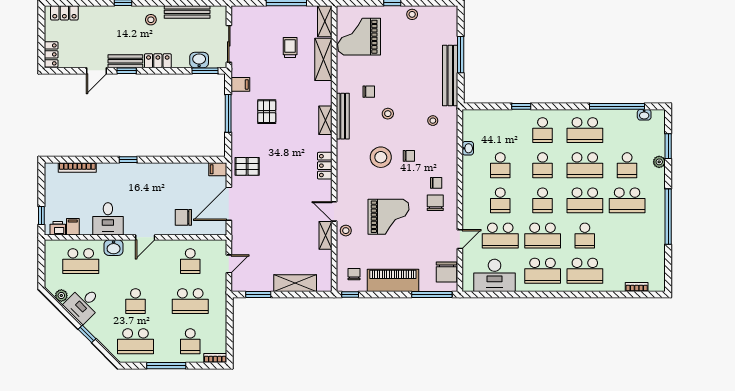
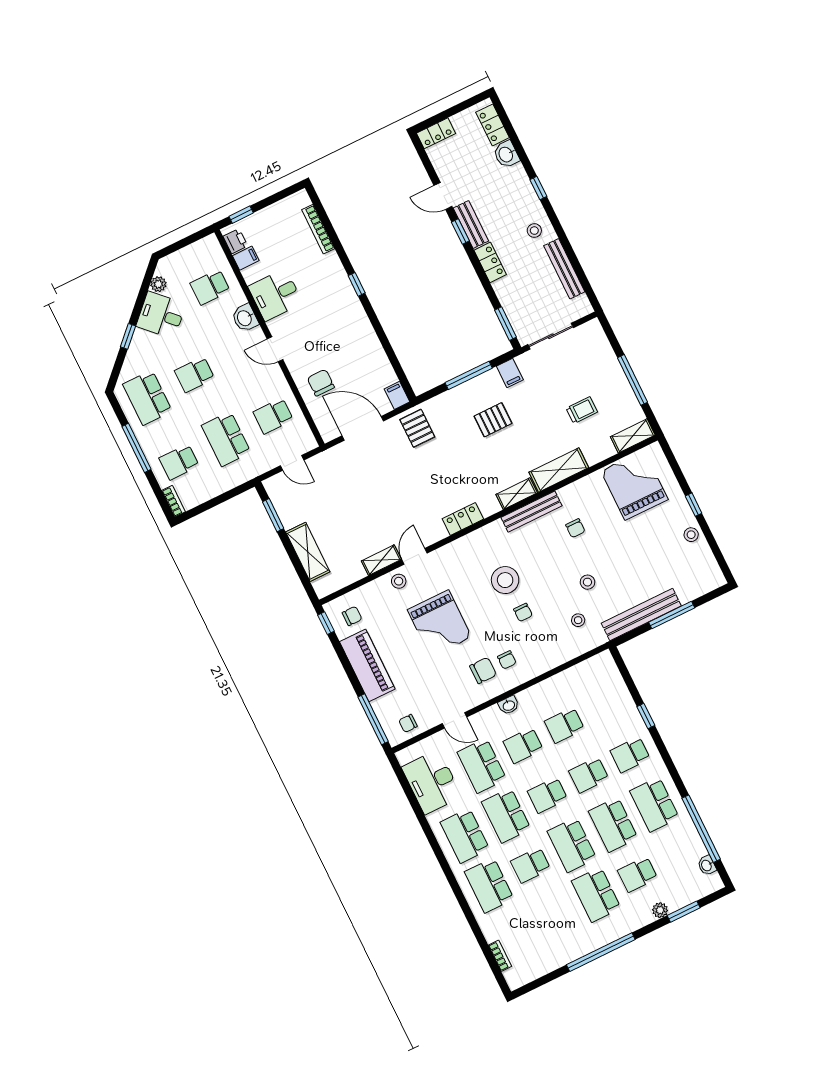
shelving: (323, 59) -> (559, 470), moved
washbasin: (199, 60) -> (506, 154), moved, turned 180
stool: (388, 114) -> (587, 582), moved
washbasin: (468, 148) -> (509, 705), moved
school desk: (81, 261) -> (210, 287), width x0.54
chair: (446, 272) -> (408, 723), width x0.54, depth x0.54

